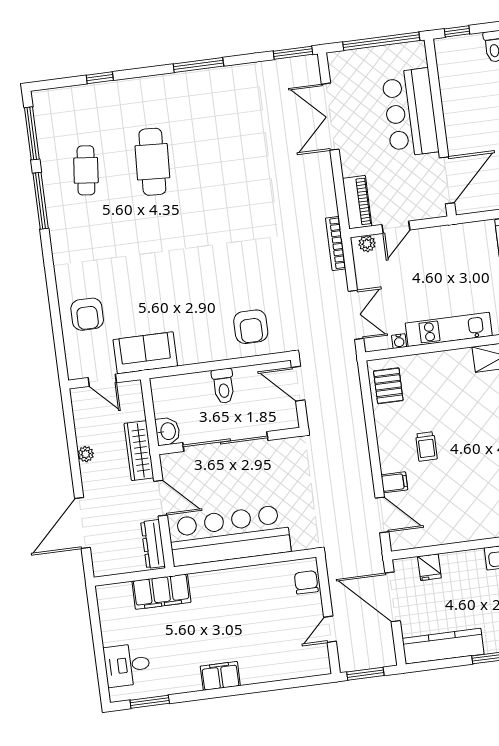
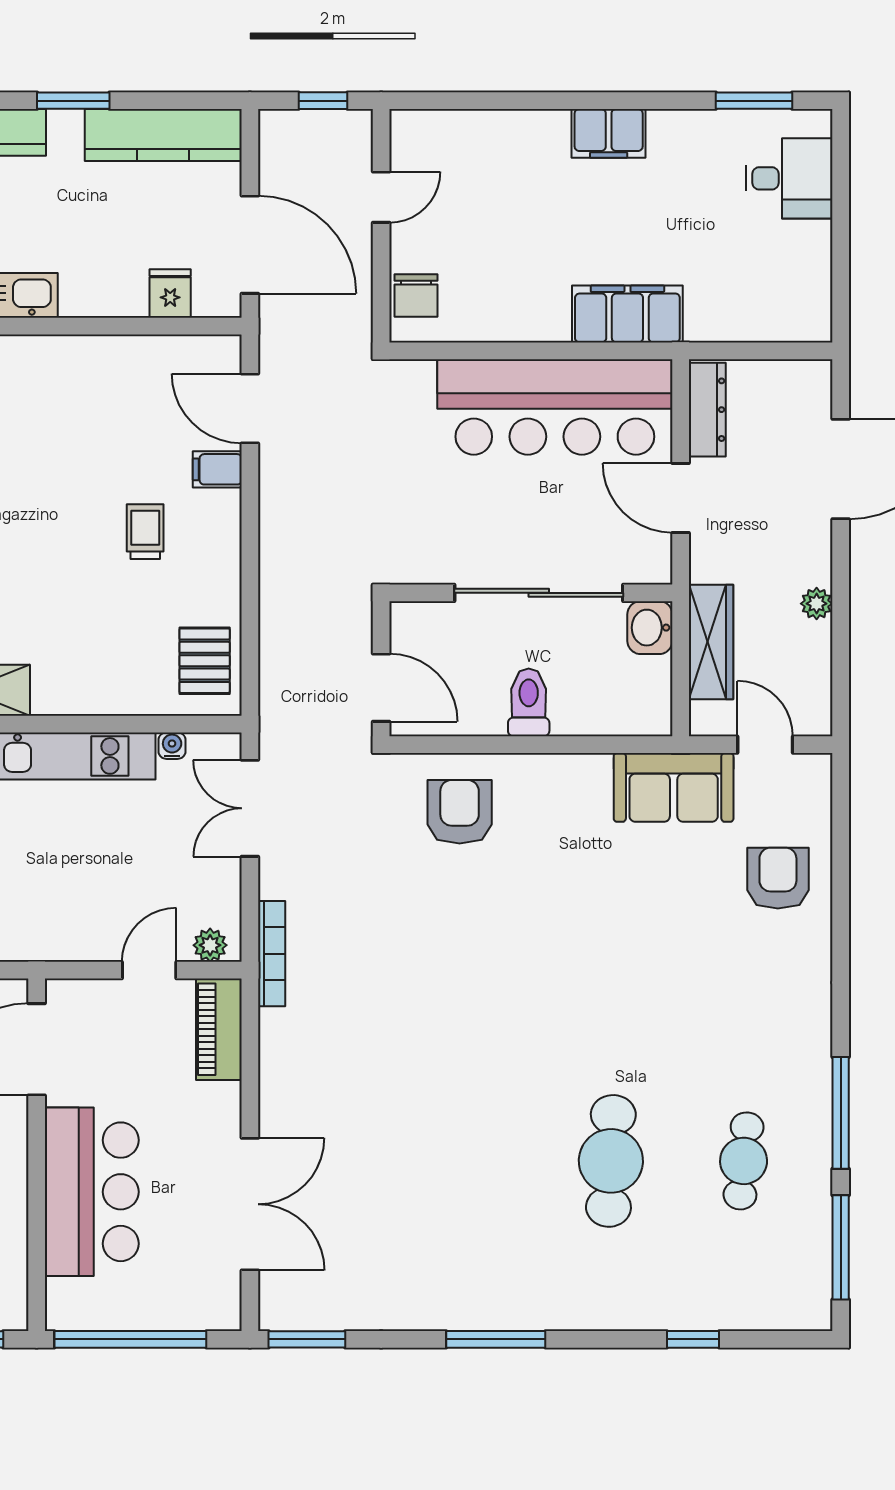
wardrobe: (139, 451) -> (711, 642), moved
filing cabinet: (161, 592) -> (627, 314), moved
window: (365, 674) -> (323, 101), width x0.67

